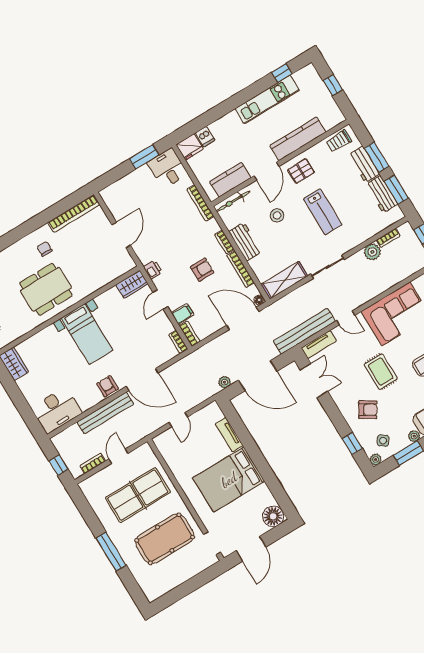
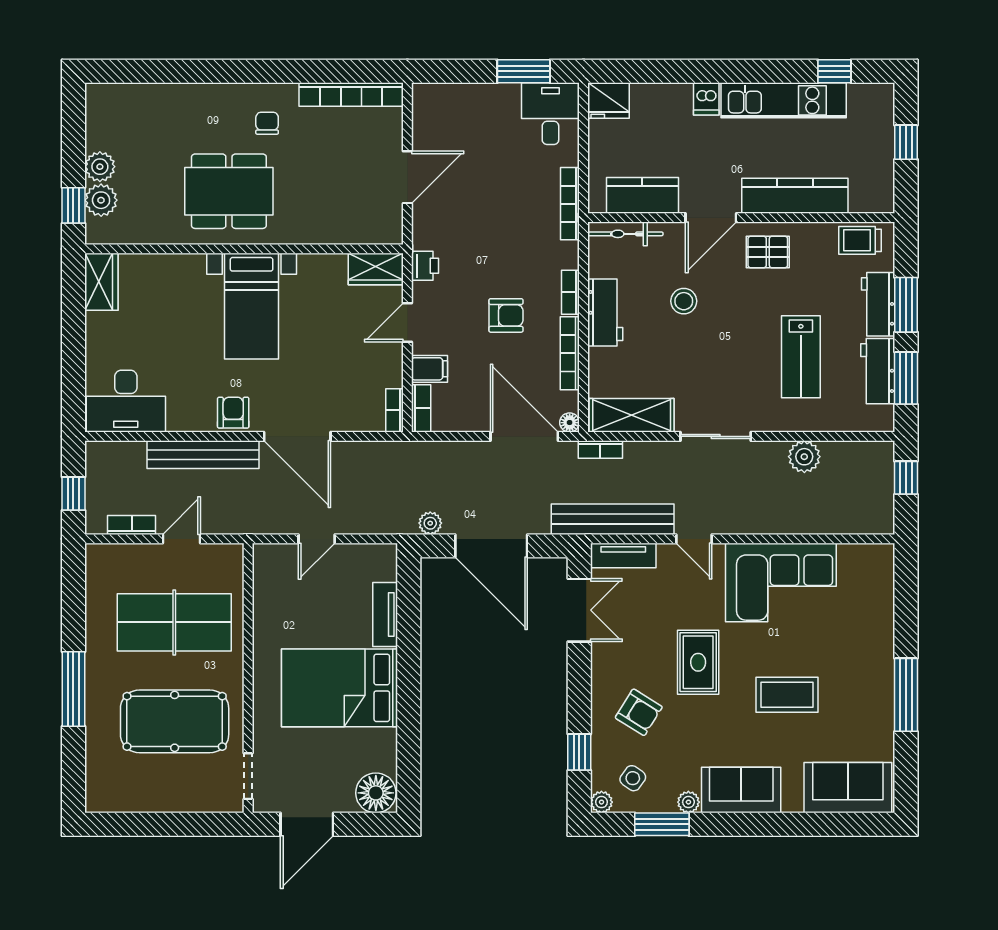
dishwasher: (205, 137) -> (706, 99), moved
lab bench: (323, 212) -> (801, 357), moved
bookcase: (388, 238) -> (600, 450), moved

